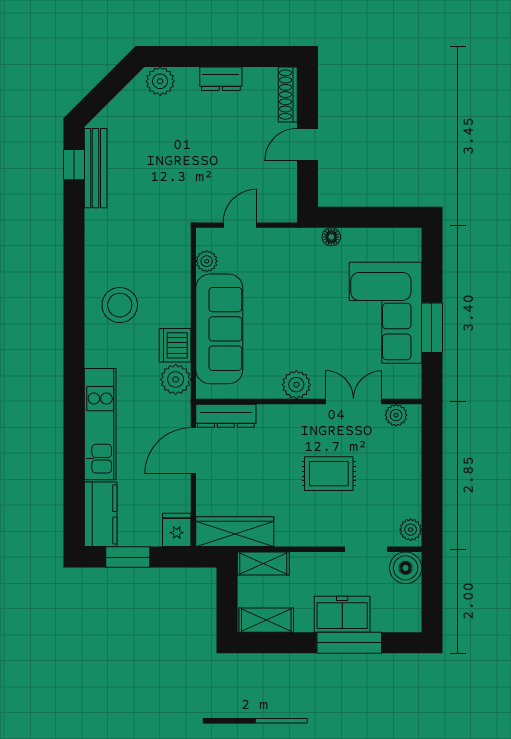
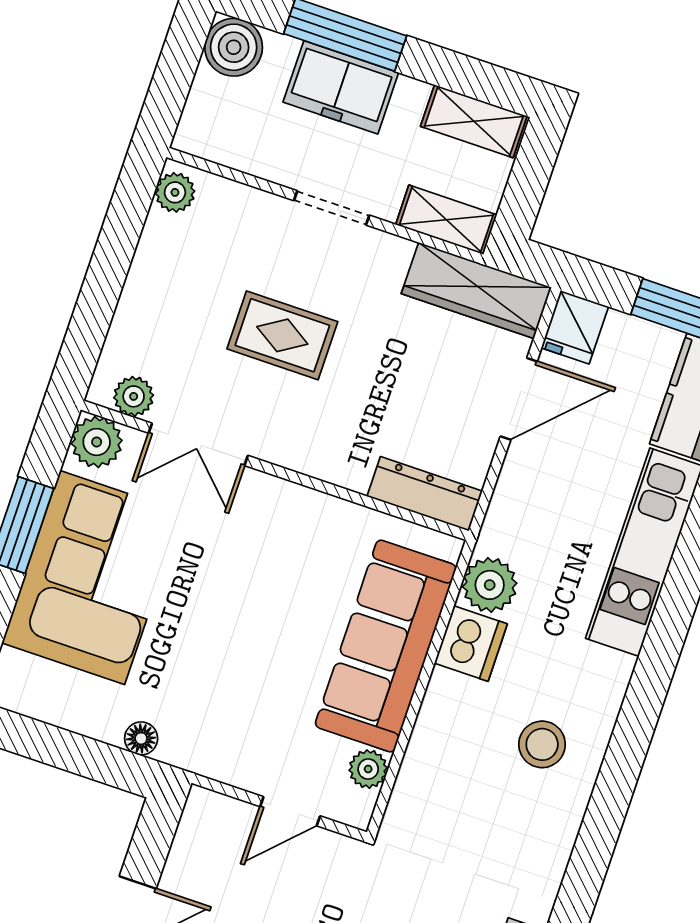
stool: (120, 305) -> (542, 744), width x0.73, depth x0.73
plant: (296, 385) -> (97, 442), moved
door: (193, 451) -> (519, 399), moved
doorway: (366, 549) -> (332, 208), moved
boiler: (406, 568) -> (234, 47), moved

